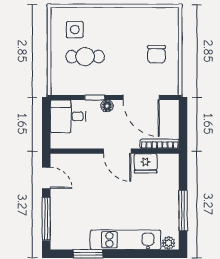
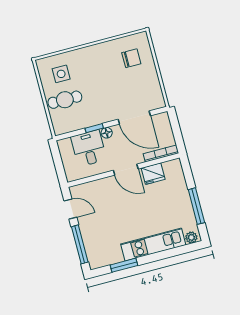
chair: (156, 54) -> (131, 58), moved, turned -90
cafe table: (85, 57) -> (65, 100), moved
desk: (68, 116) -> (89, 148), moved, turned 90

